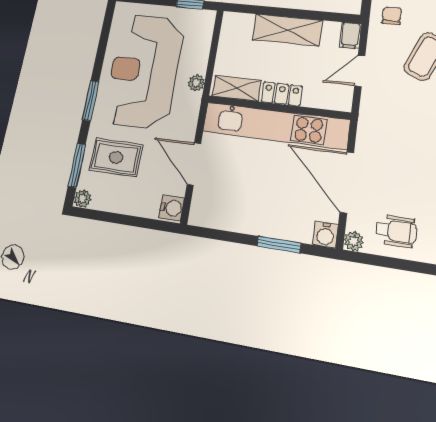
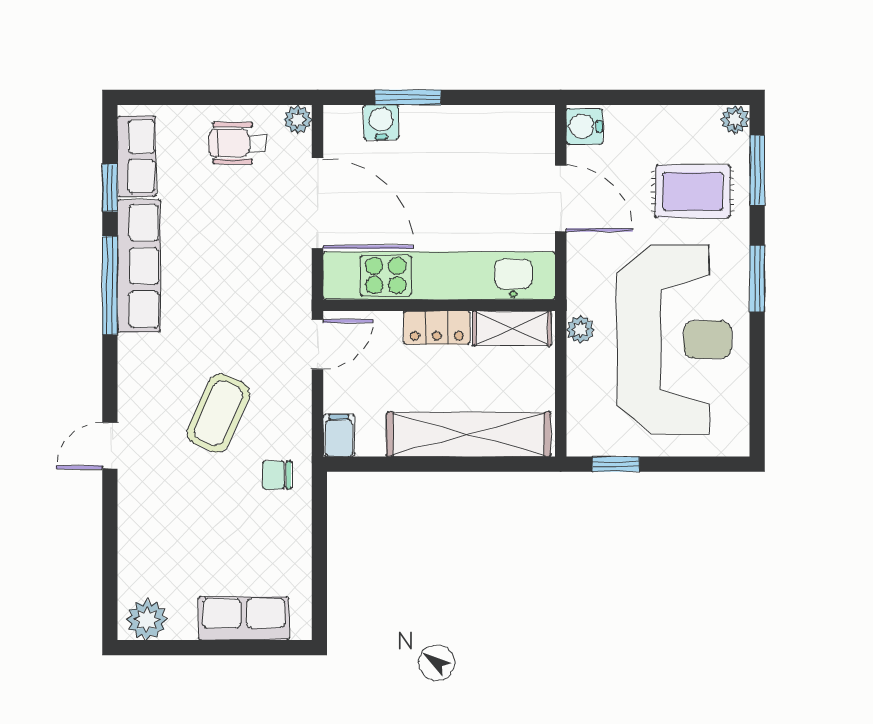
chair: (392, 16) -> (277, 475), turned 90
shelving: (287, 30) -> (469, 434), width x1.47
door: (360, 71) -> (318, 344), moved
water cooler: (325, 235) -> (381, 122), moved

